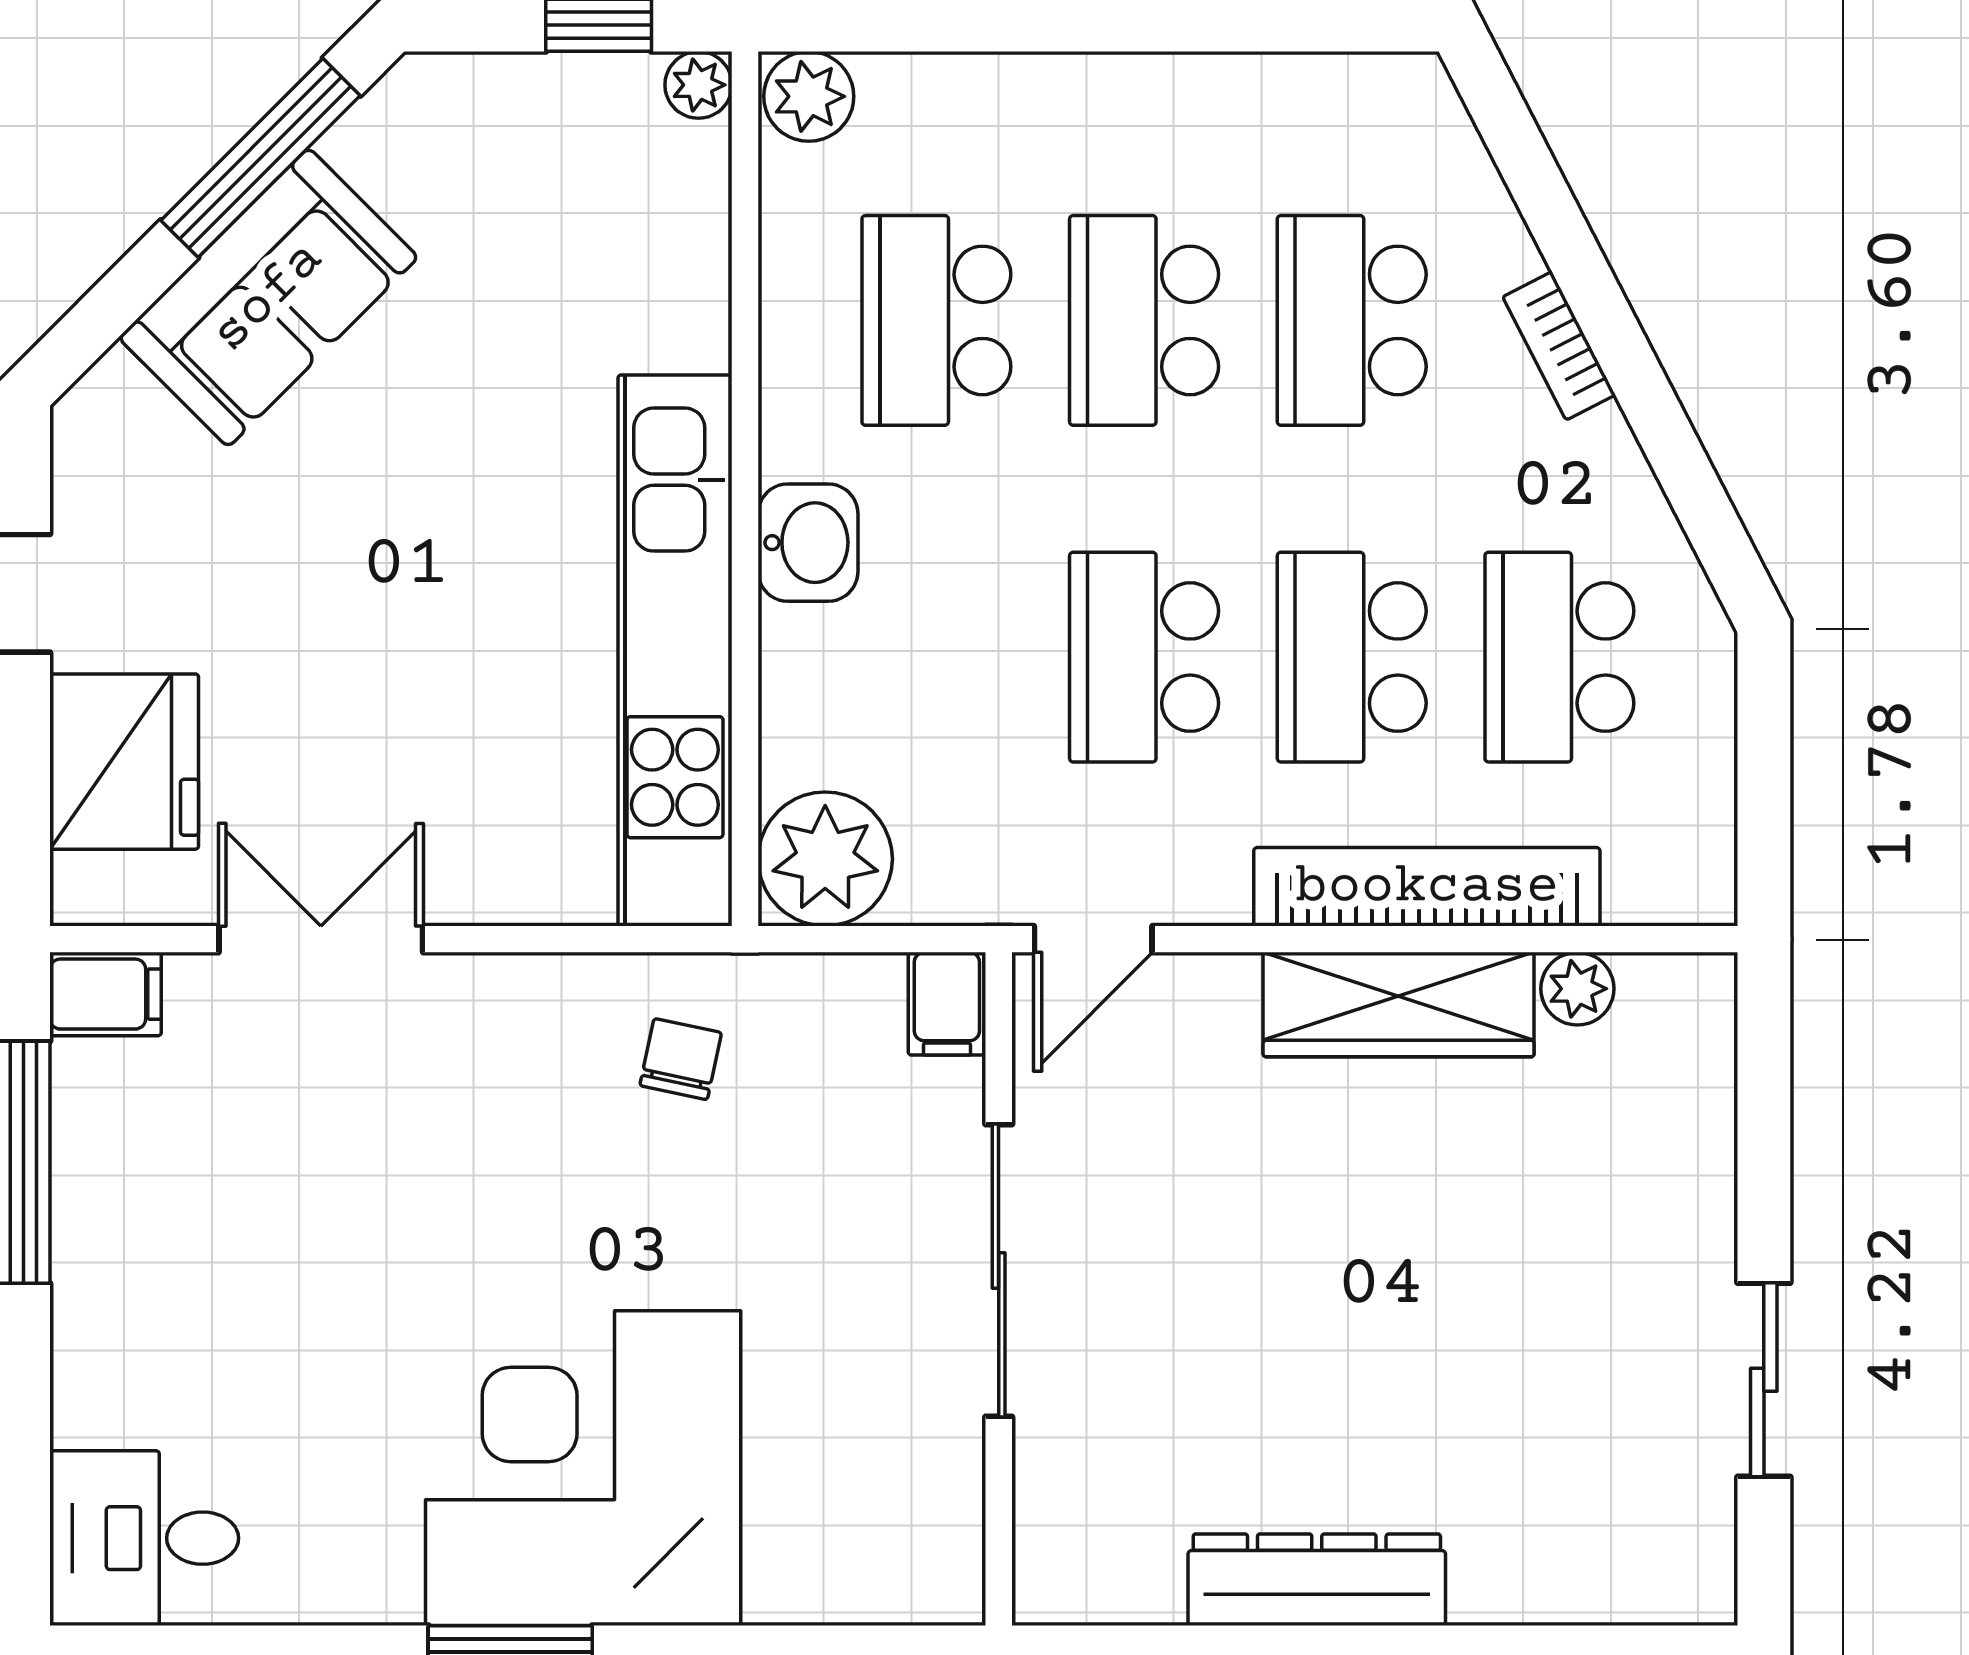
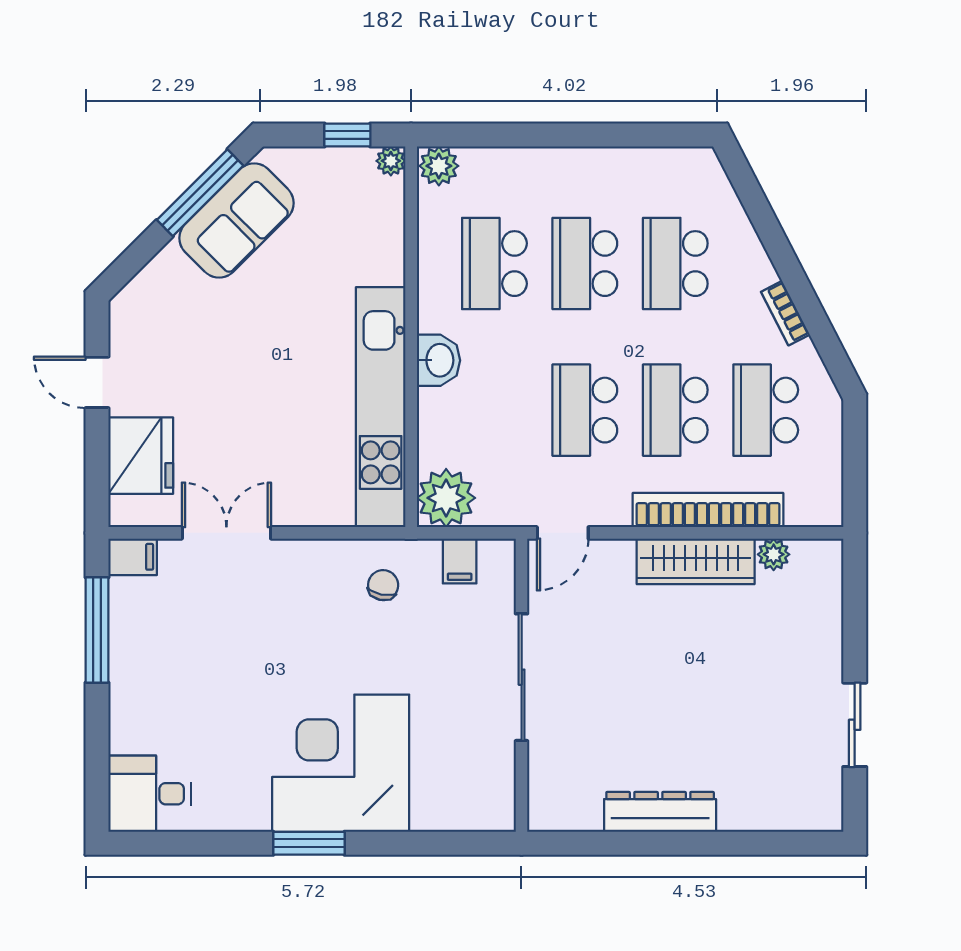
sofa: (268, 297) -> (237, 221), moved
bookcase: (1559, 346) -> (785, 313), moved
filing cabinet: (947, 1004) -> (460, 561), moved

